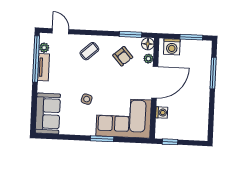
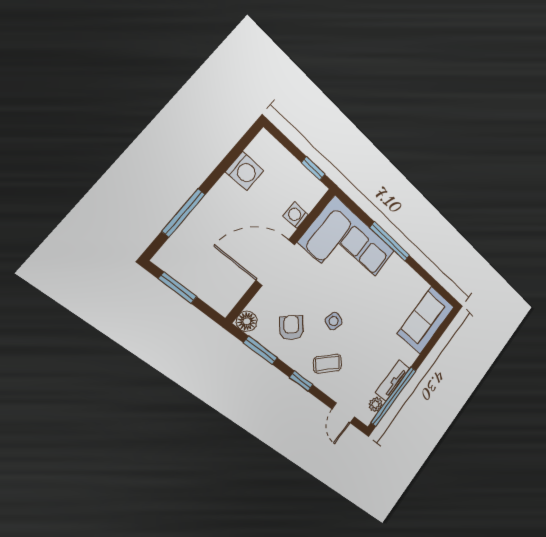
window: (97, 33) -> (301, 381), added
washing machine: (172, 47) -> (245, 171), moved, turned 90
plant: (148, 59) -> (261, 301), removed
side table: (87, 99) -> (334, 321), moved
window: (102, 139) -> (390, 242), width x1.44

